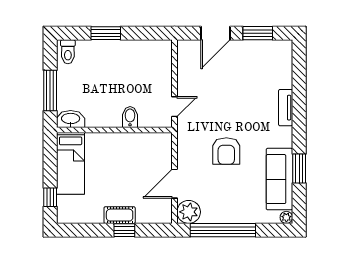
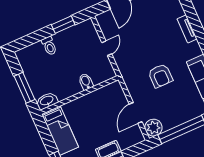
window: (106, 33) -> (63, 25), moved
toilet: (68, 52) -> (49, 46), moved
door: (175, 107) -> (107, 48), moved

